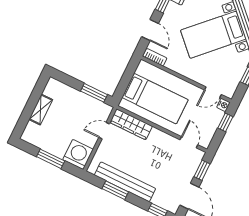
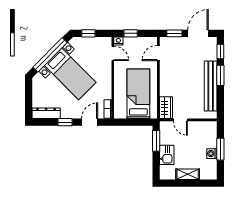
kitchen sink: (73, 97) -> (167, 155), added
wardrobe: (131, 124) -> (166, 108), width x0.67
washing machine: (78, 155) -> (212, 154), moved, width x0.53, depth x0.53
window: (115, 190) -> (220, 75), moved

